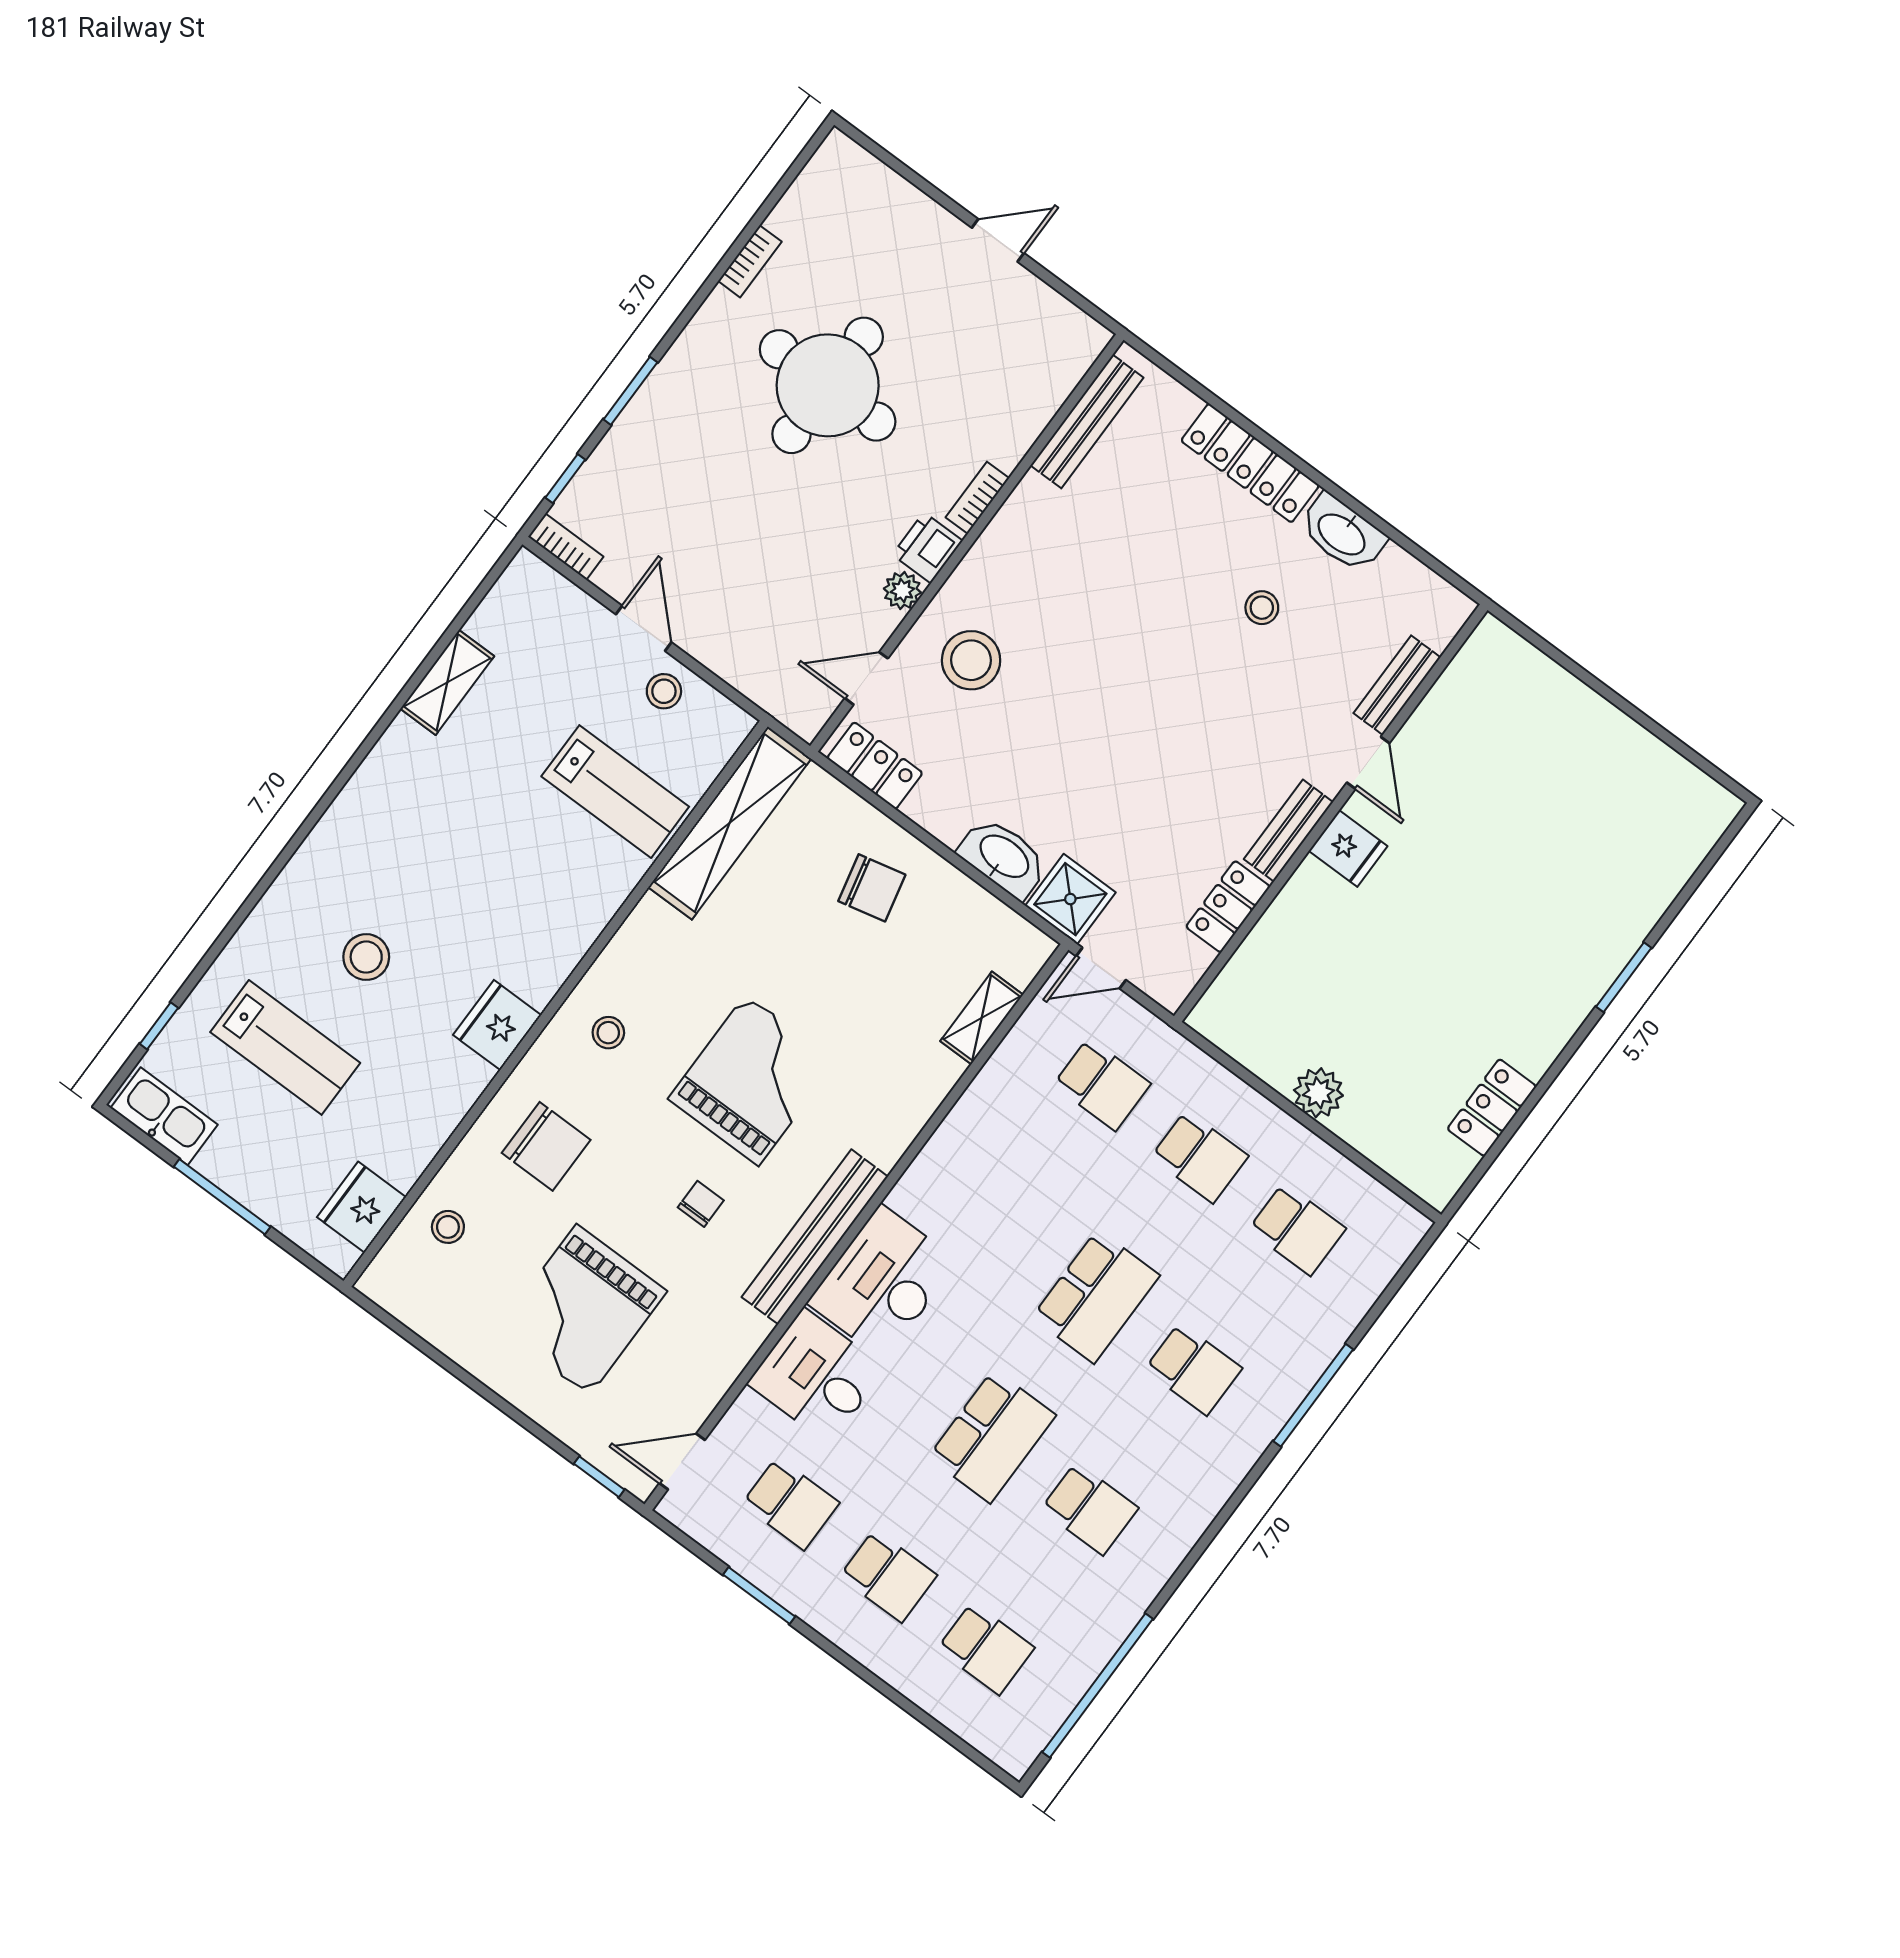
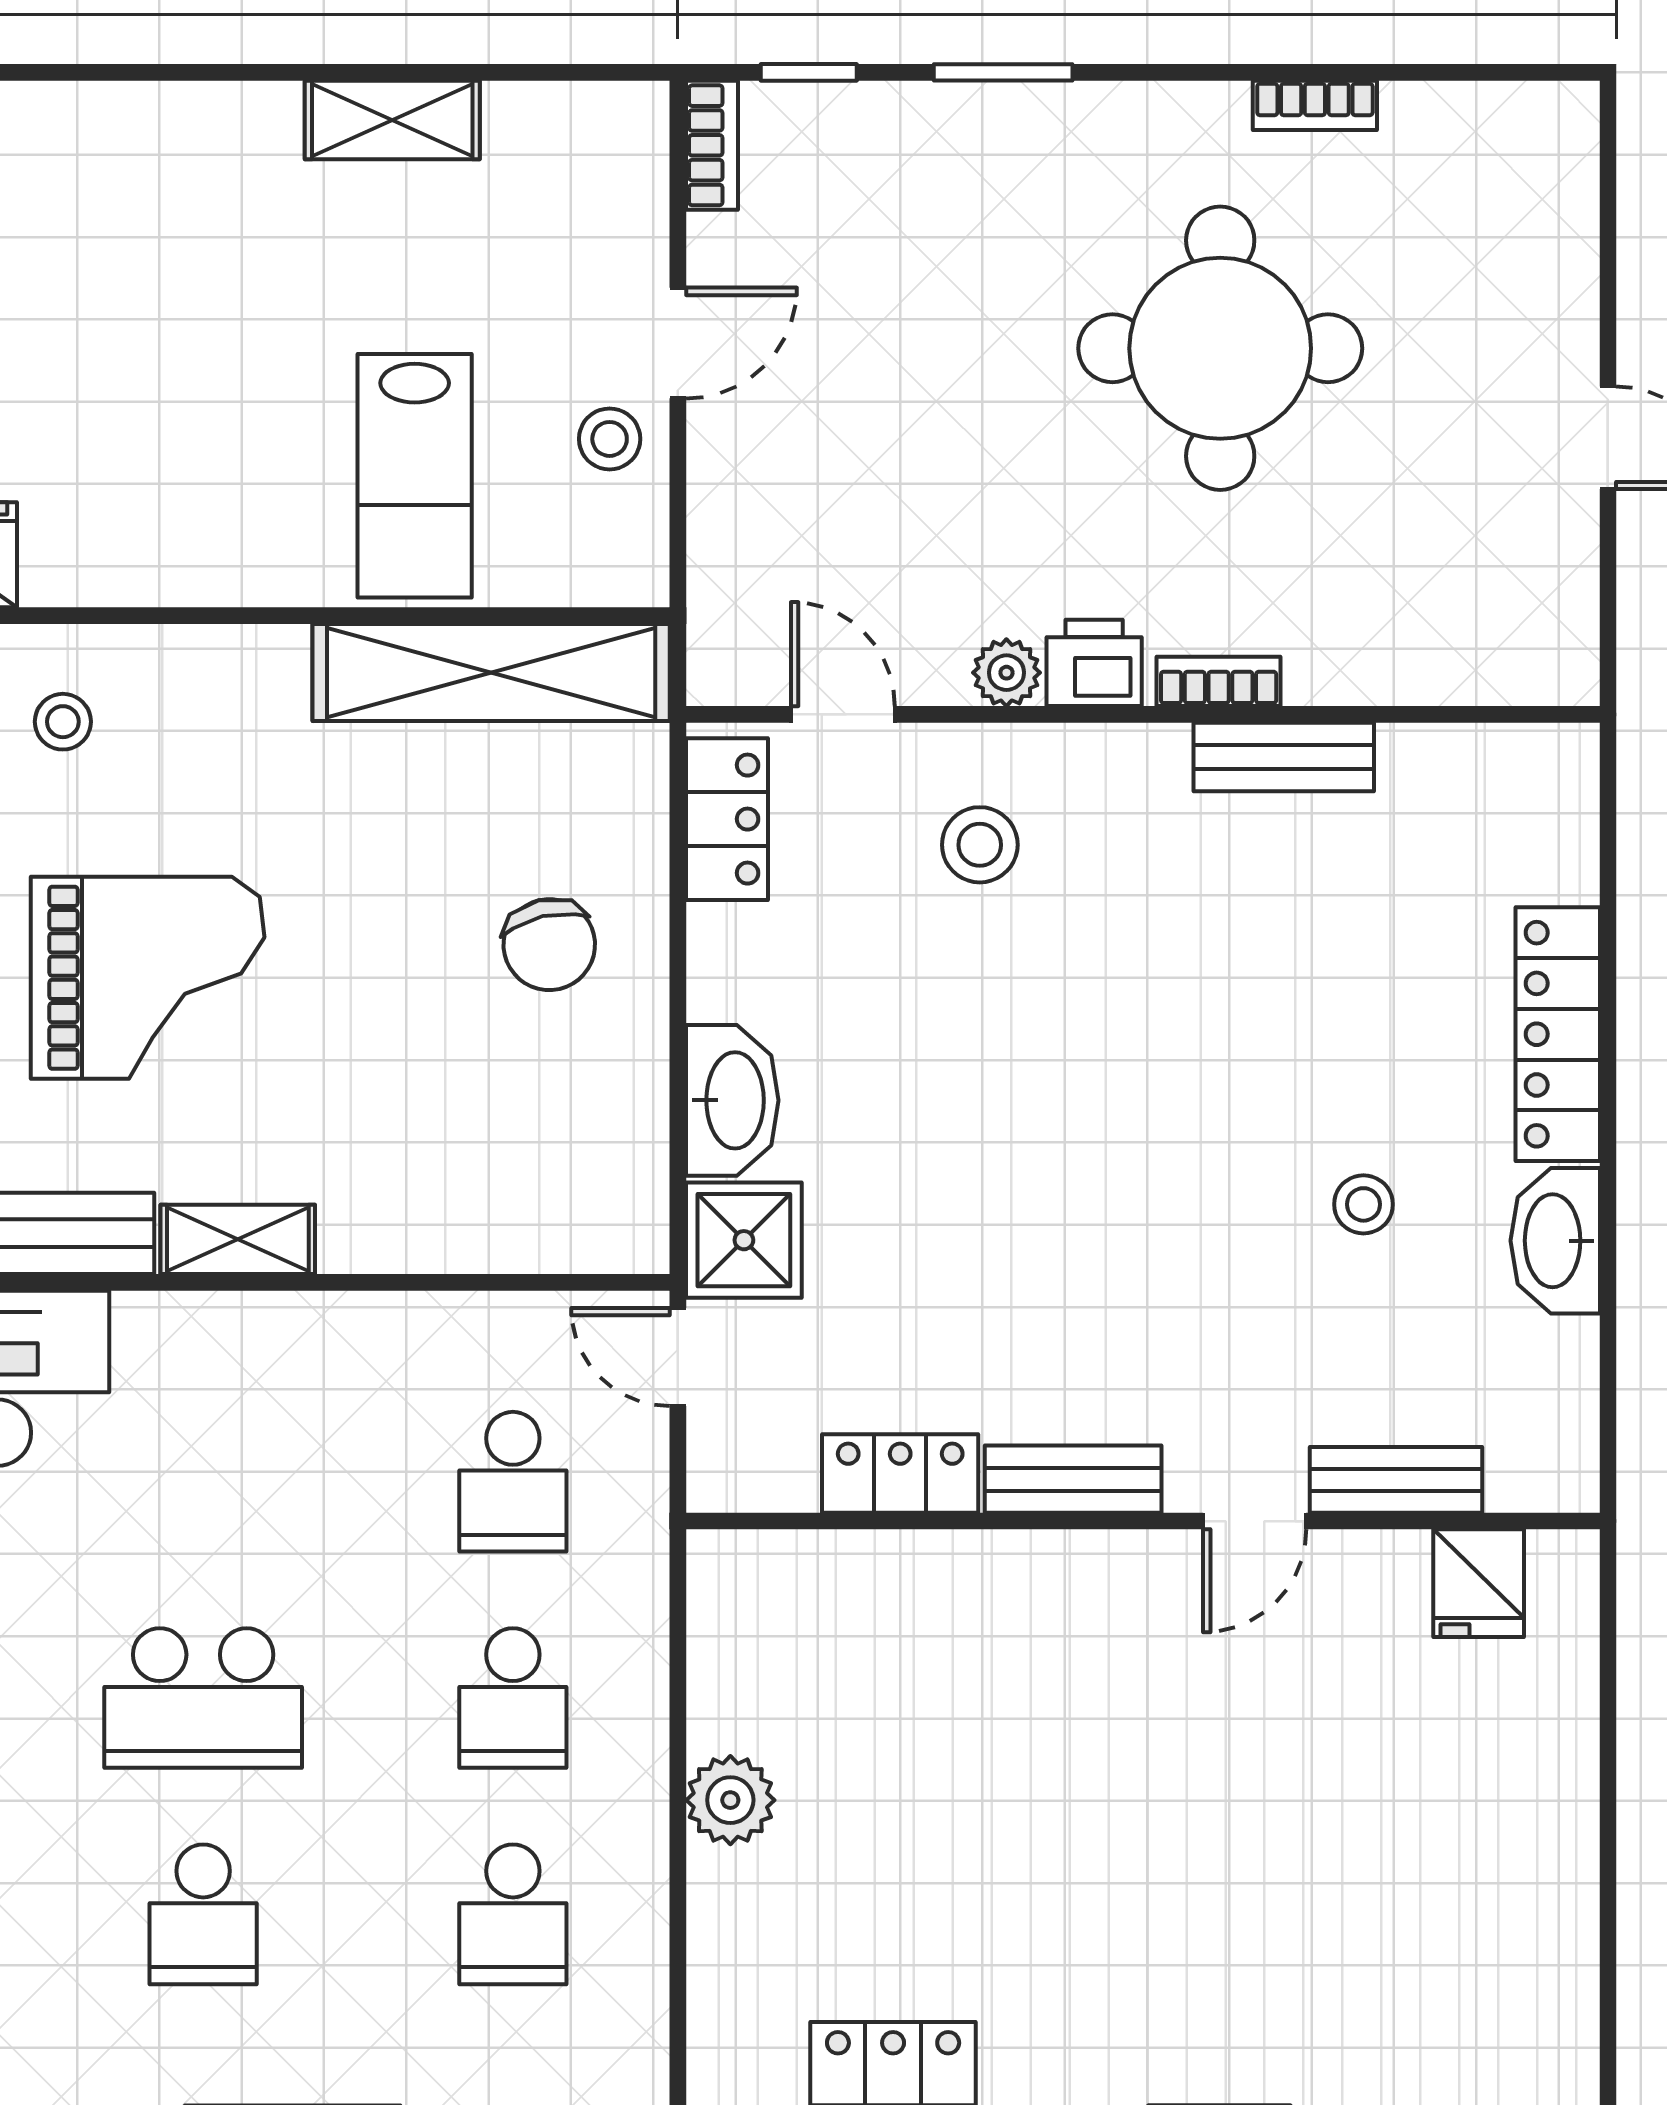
bench: (1087, 421) -> (1284, 757), moved, width x0.73
stool: (971, 660) -> (980, 845), width x0.73, depth x0.73
fridge: (1348, 848) -> (1479, 1583), moved
shelving: (982, 1018) -> (238, 1239), moved

